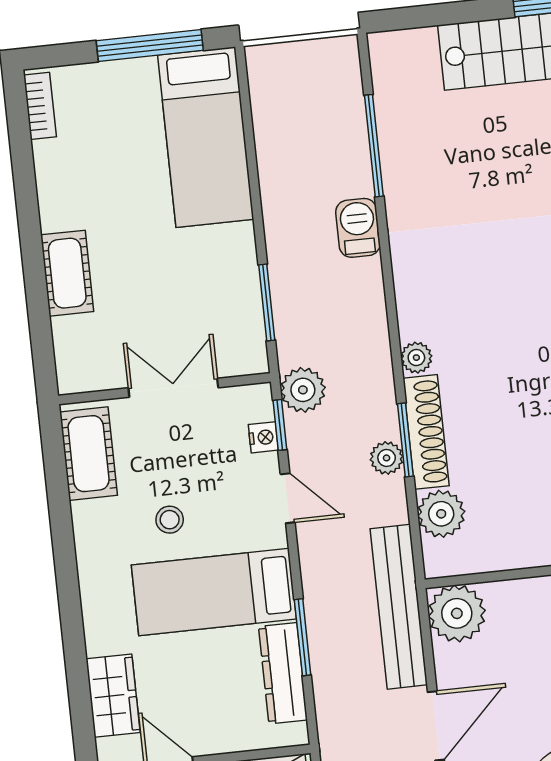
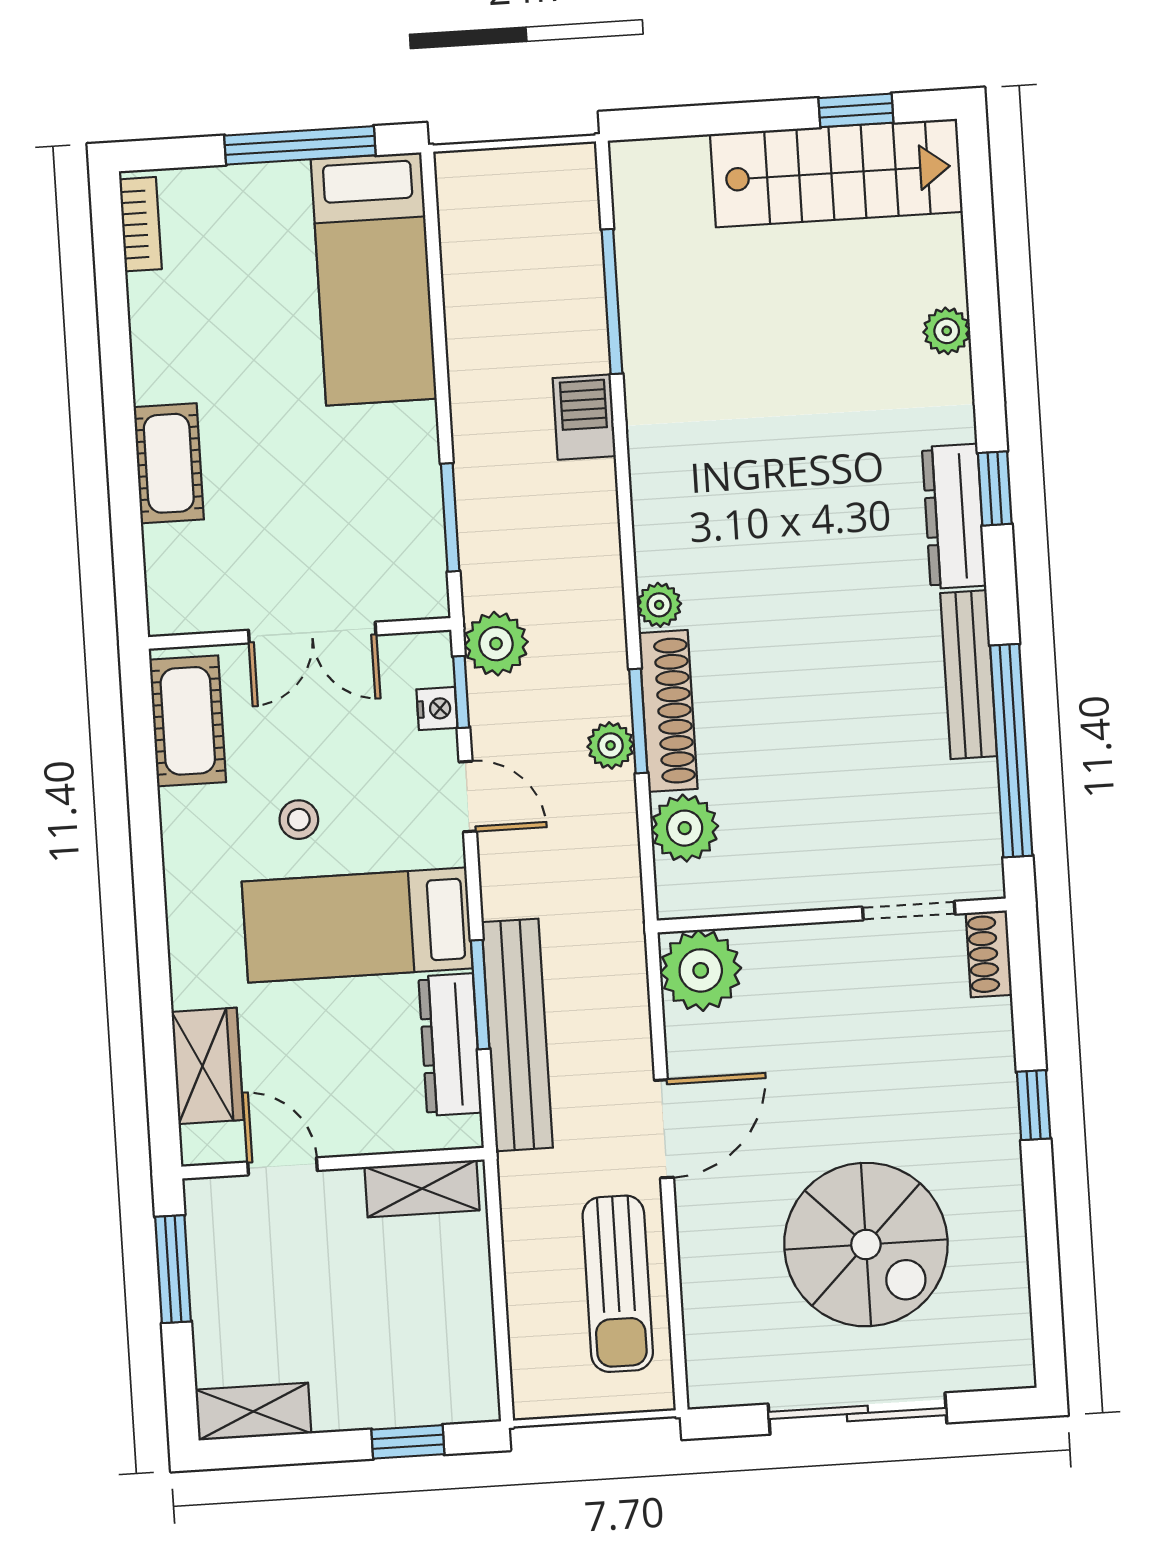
double door: (173, 388) -> (312, 633), swing flipped
bench: (399, 607) -> (517, 1035), moved

